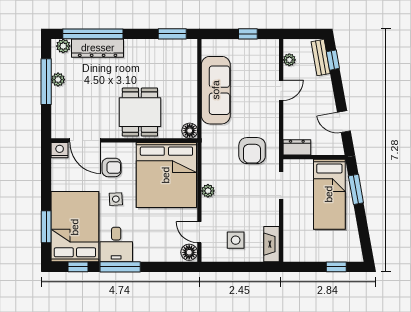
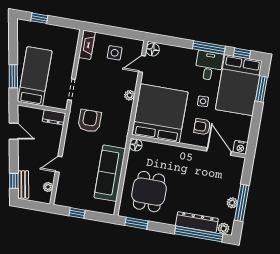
dining table: (140, 112) -> (149, 192), moved
door: (199, 232) -> (142, 64), swing flipped

